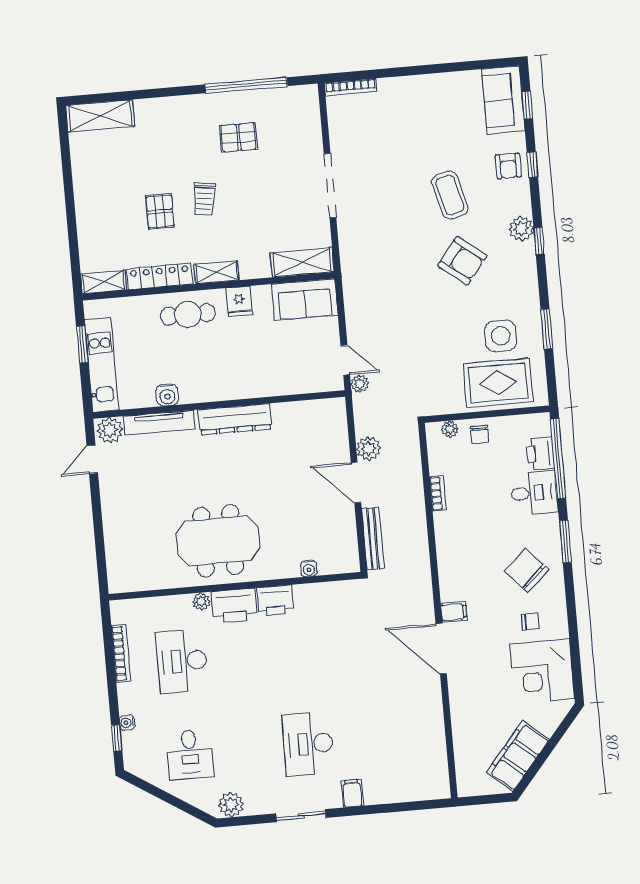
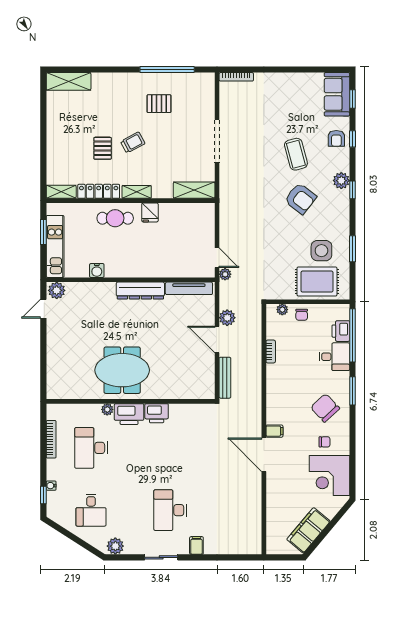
trolley: (204, 199) -> (133, 143), turned -126
sofa: (305, 299) -> (194, 215), removed
tv unit: (159, 423) -> (189, 288), moved
water cooler: (309, 569) -> (181, 394), removed

